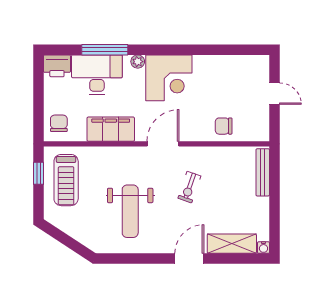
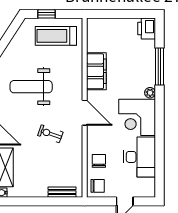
desk: (97, 75) -> (140, 157), moved
chair: (59, 123) -> (98, 186), moved
bench: (263, 172) -> (62, 192), width x0.73
window: (38, 173) -> (46, 14), moved

